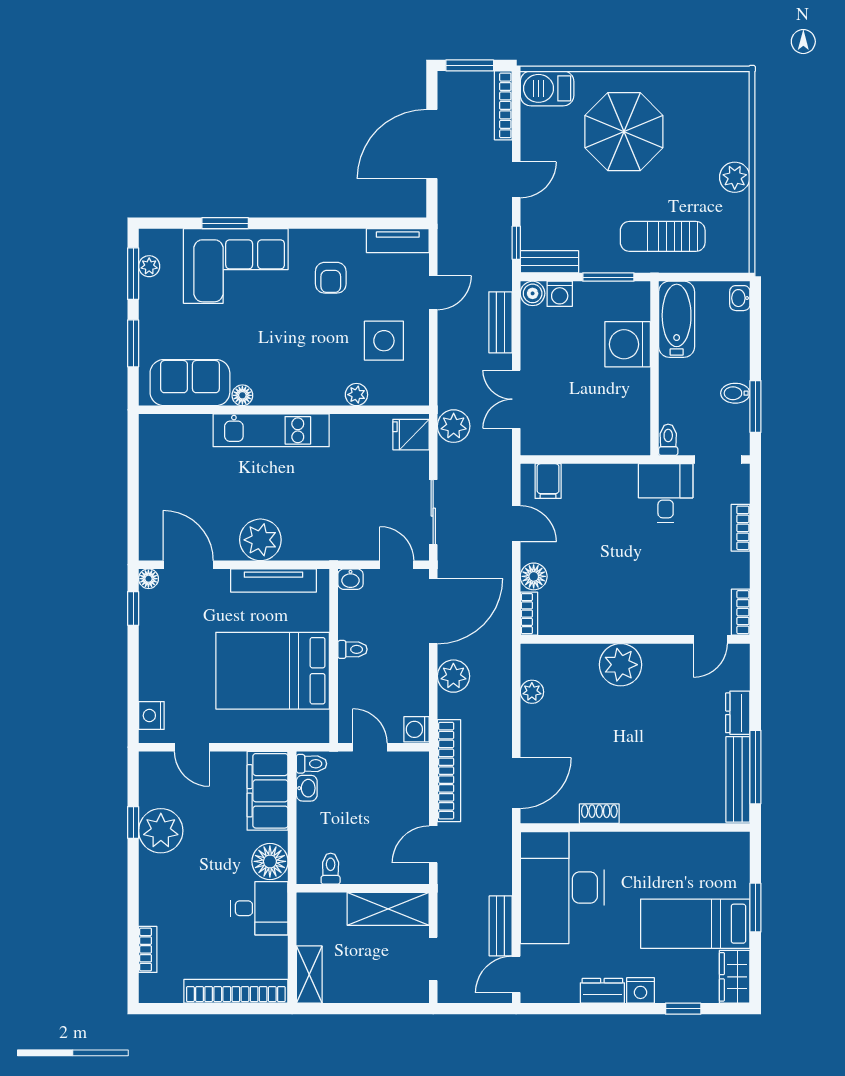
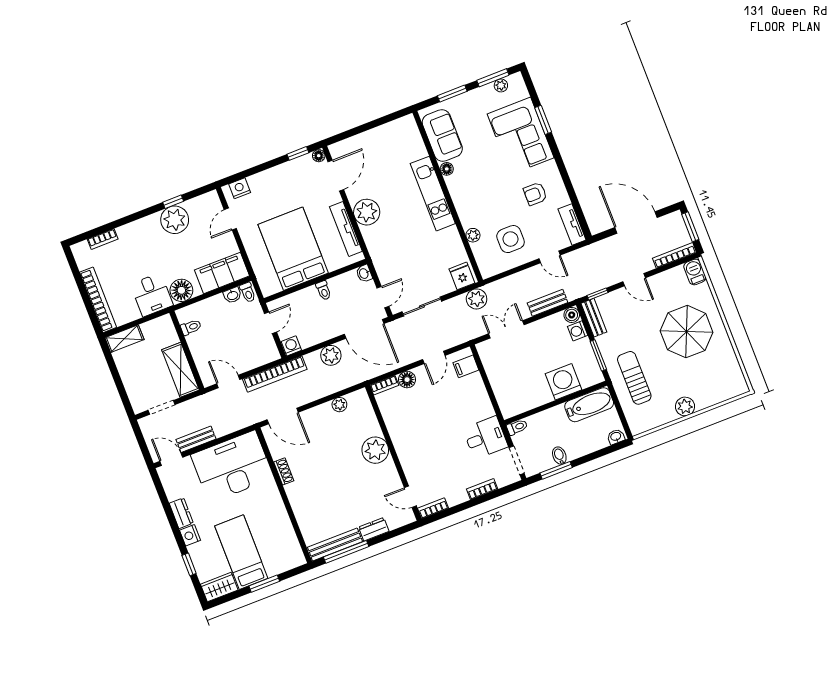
barbecue: (547, 88) -> (695, 272), width x0.73, depth x0.79

